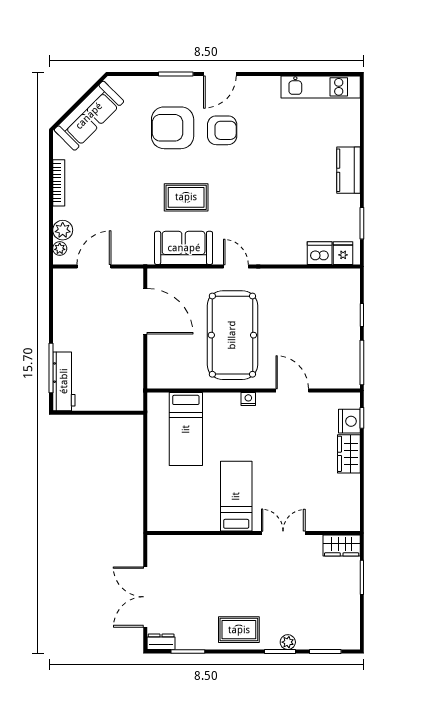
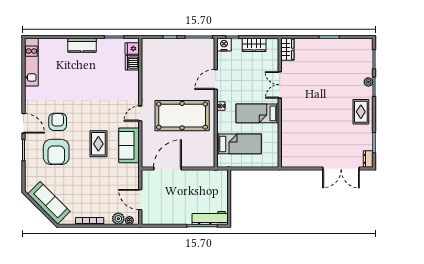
nightstand: (349, 421) -> (224, 45), moved
bed: (236, 496) -> (257, 113), moved
wall: (254, 533) -> (280, 103), moved
double door: (283, 533) -> (280, 85), moved
wardrobe: (342, 545) -> (287, 49), moved

